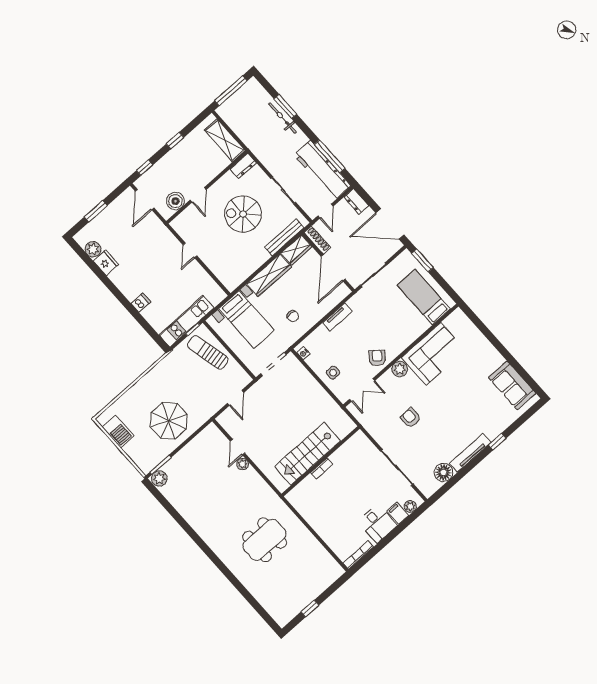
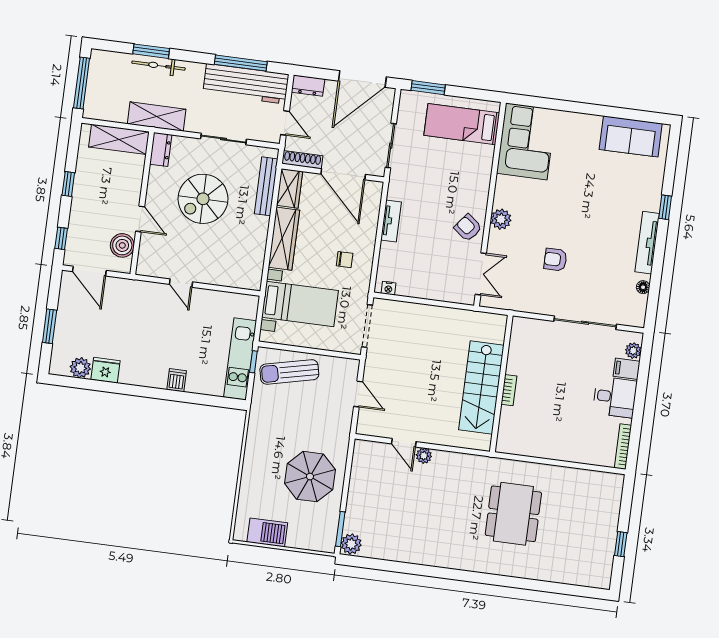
shelving: (257, 146) -> (157, 117), added
corner sofa: (433, 354) -> (526, 141), moved
side table: (333, 373) -> (436, 282), removed
floor lamp: (443, 472) -> (643, 287), width x0.53, depth x0.53

